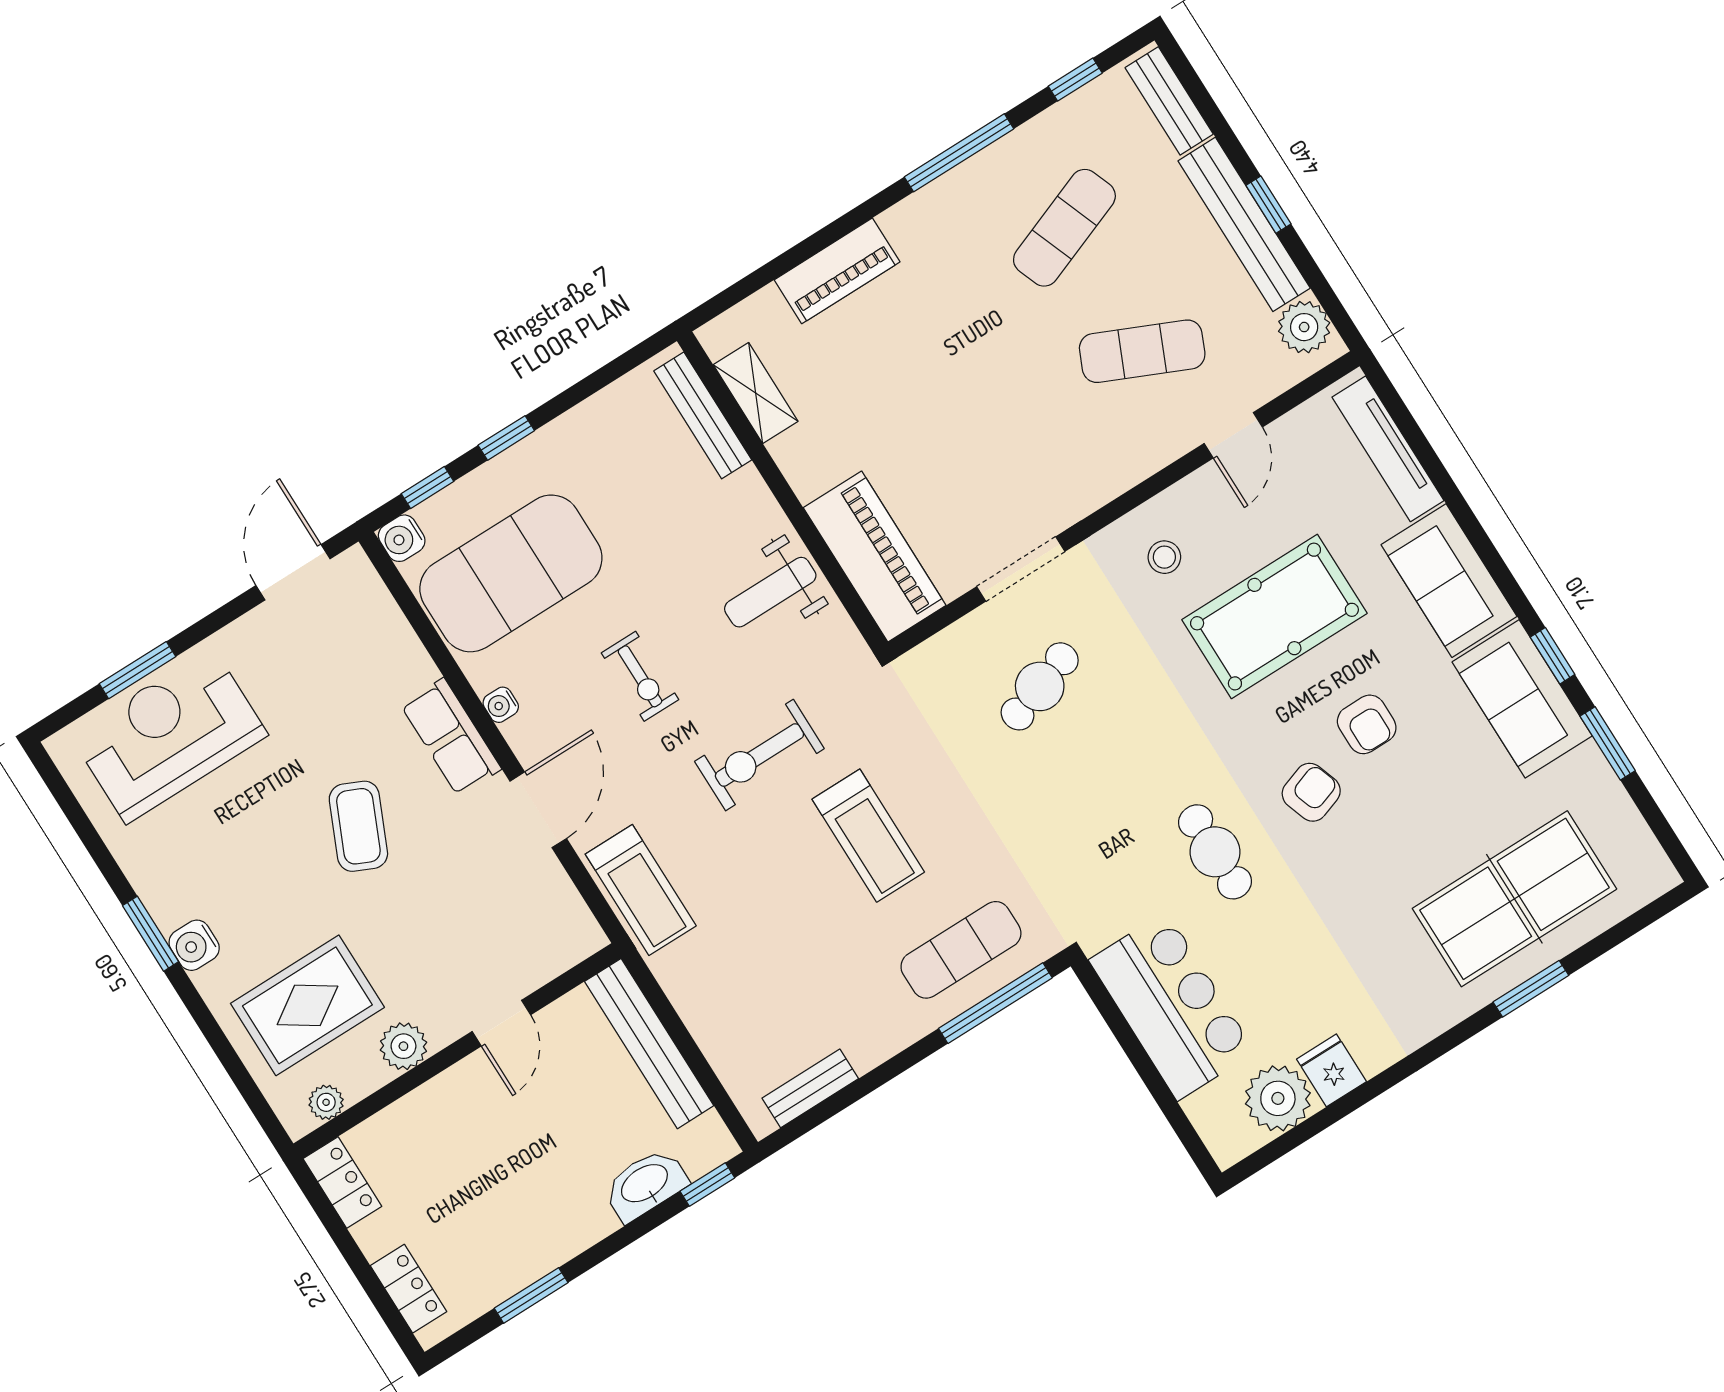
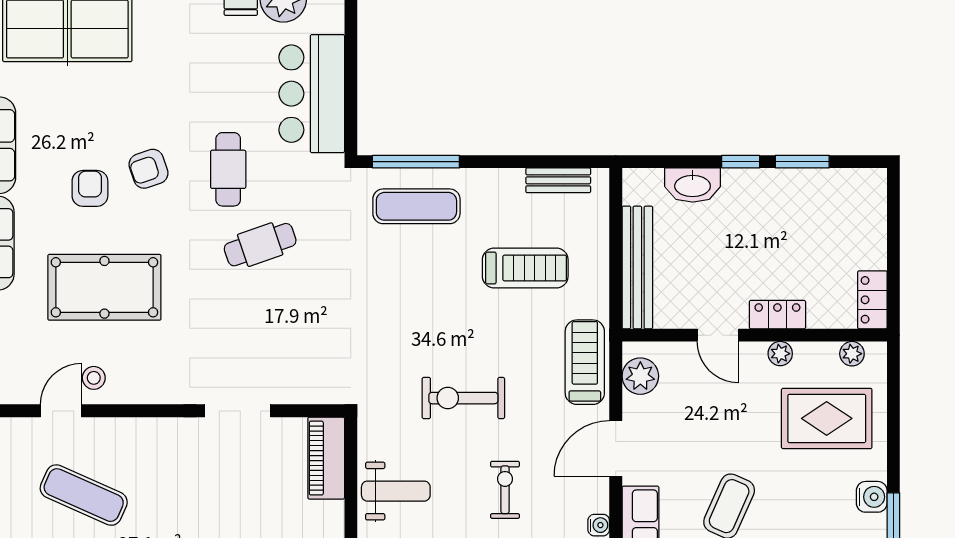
piano: (875, 557) -> (326, 458), width x0.73, depth x0.75
stool: (1164, 557) -> (94, 378), moved
cafe table: (1040, 686) -> (260, 245), moved
exercise bike: (759, 755) -> (463, 398), turned 180
treadmill: (868, 836) -> (525, 268), moved, turned 90
plant: (563, 915) -> (640, 376), added
door: (501, 1023) -> (718, 335), swing flipped
plant: (403, 1046) -> (780, 354), width x0.73, depth x0.73
window: (707, 1184) -> (741, 162), moved
locker: (408, 1289) -> (777, 315), moved, turned 90

